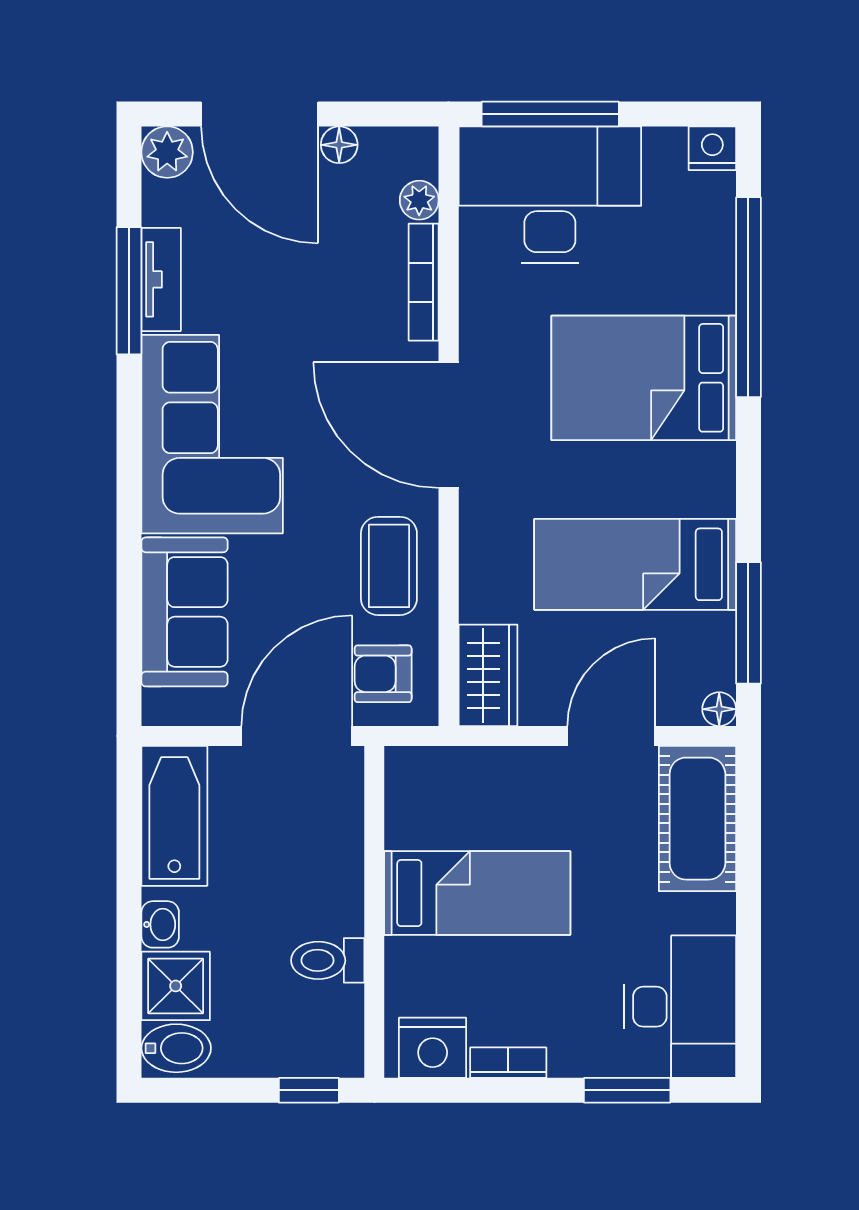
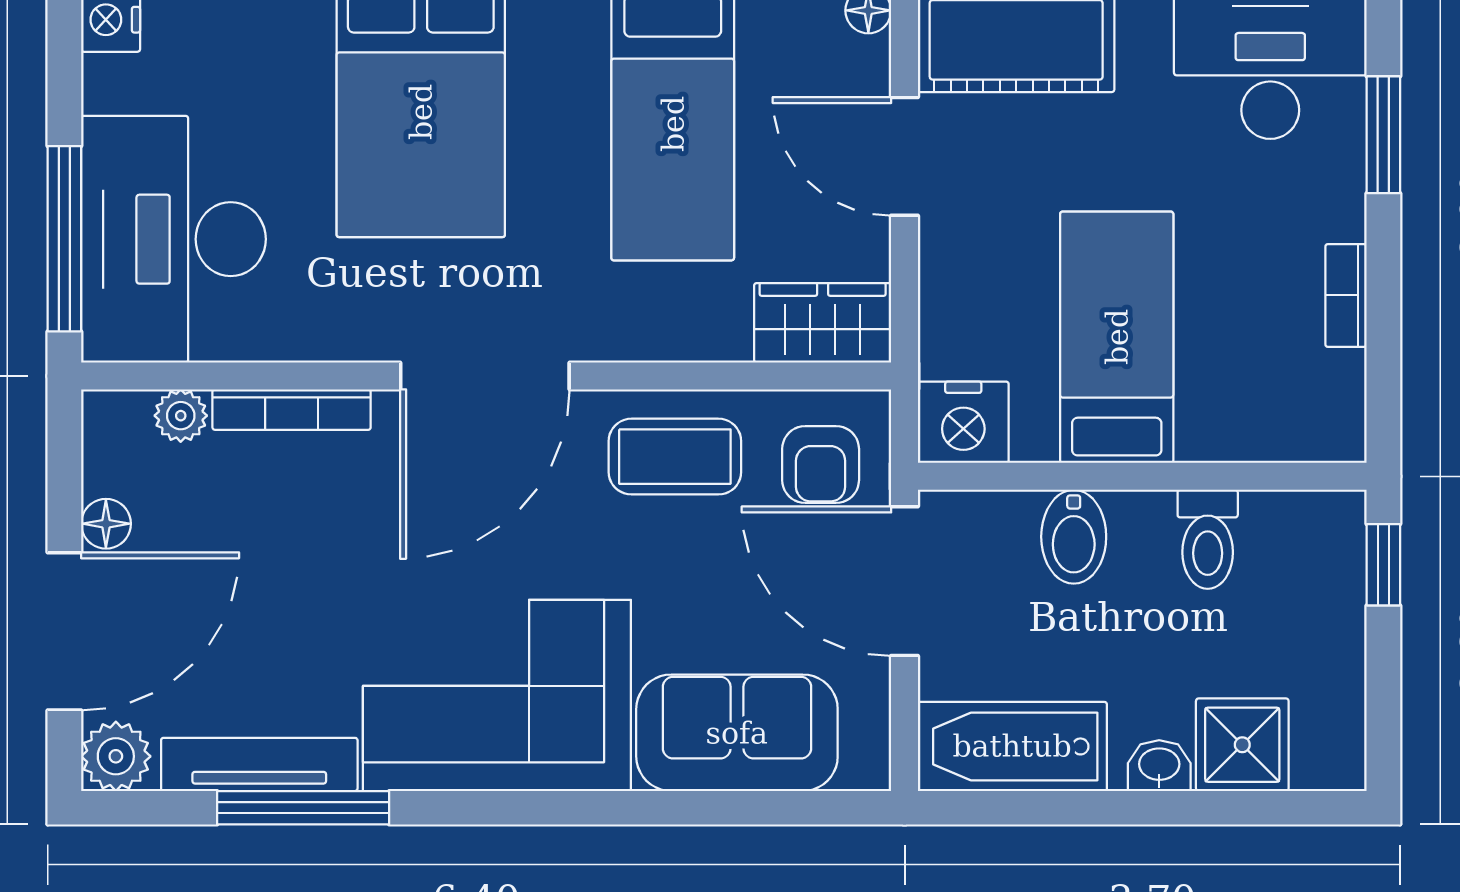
tv unit: (161, 279) -> (259, 764), width x1.41
bidet: (176, 1048) -> (1074, 537), moved, turned 180
nightstand: (433, 1048) -> (963, 422), moved, turned 90

